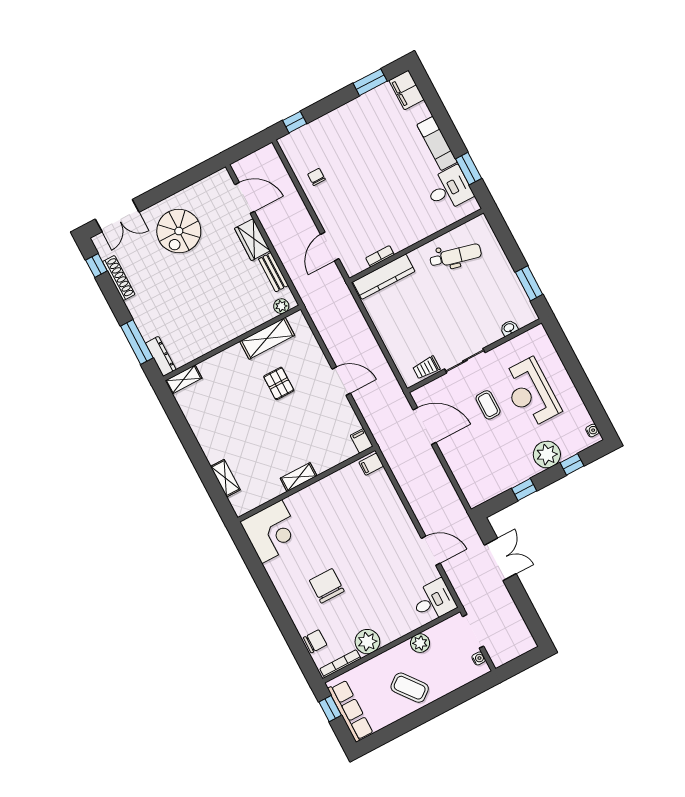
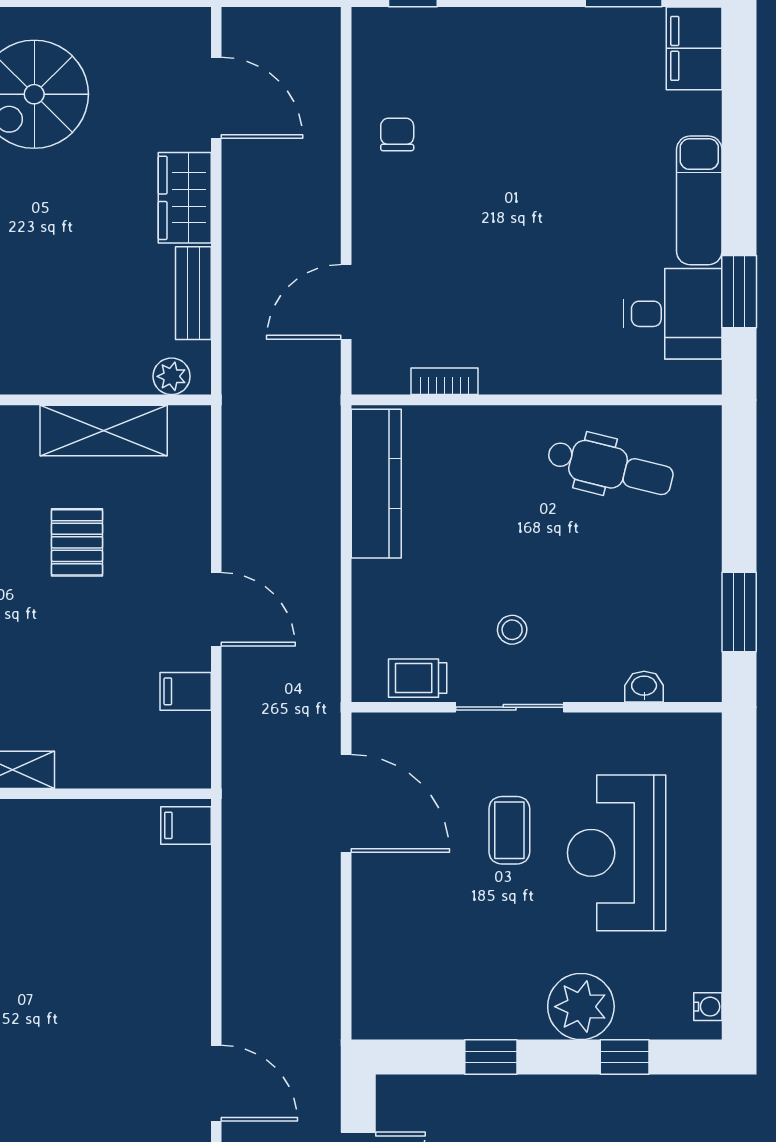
kitchen counter: (384, 277) -> (376, 484), moved, turned -90
stool: (451, 333) -> (512, 630), added
filing cabinet: (362, 441) -> (186, 691), moved, turned -90

